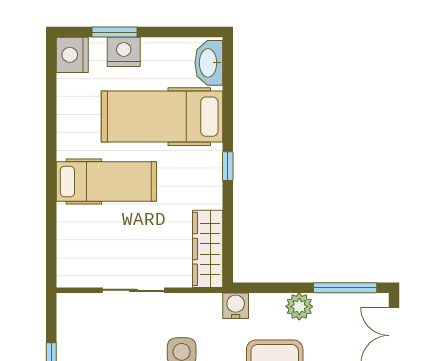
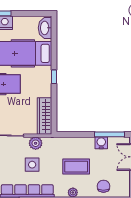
water cooler: (236, 306) -> (101, 143), moved
plant: (299, 307) -> (36, 143), moved

